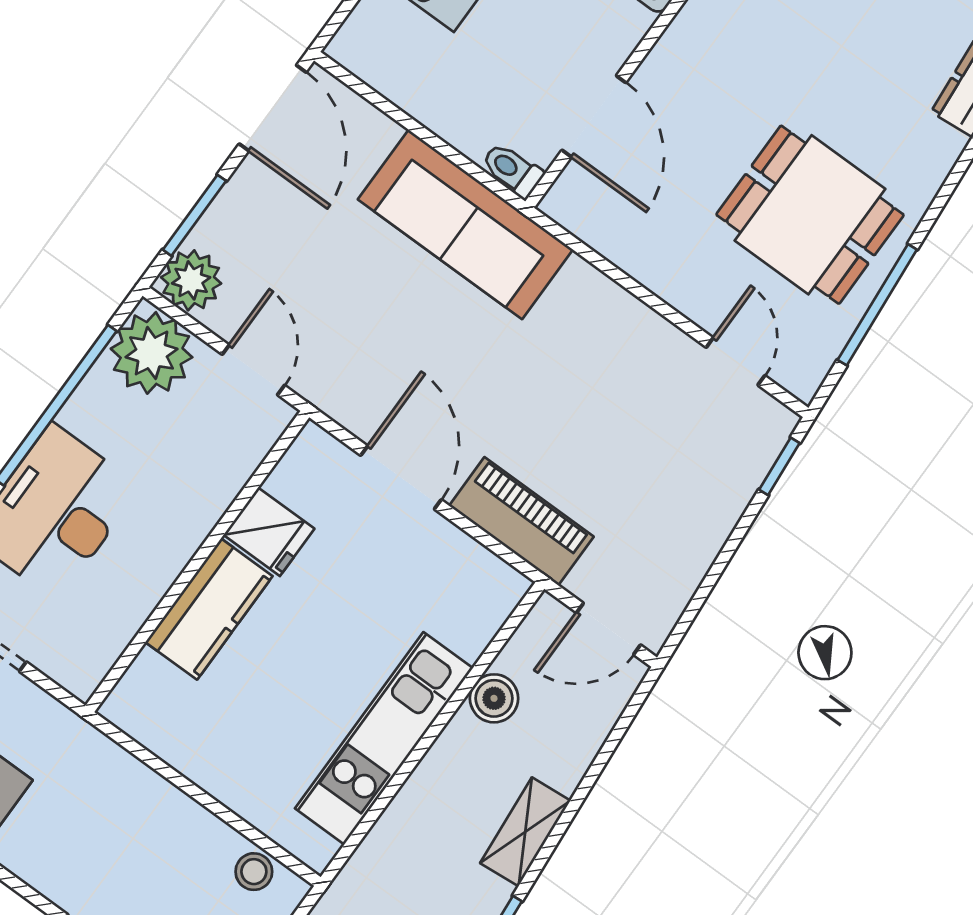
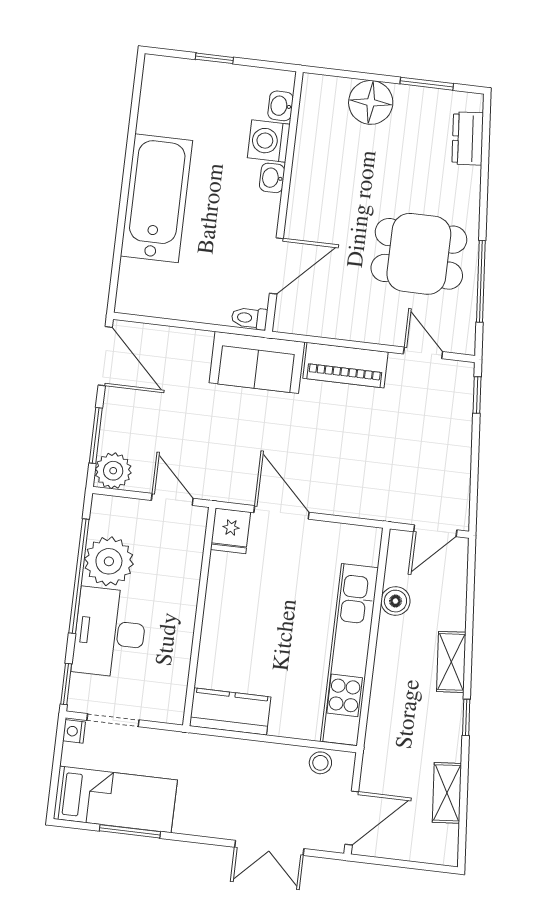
door: (594, 116) -> (276, 266), hinge flipped
sofa: (465, 224) -> (257, 362), width x0.73
plant: (152, 353) -> (109, 561), moved
piano: (521, 521) -> (345, 365), moved, turned 180
fridge: (269, 532) -> (231, 531), moved, turned 90
kitchen counter: (209, 609) -> (230, 711), moved, turned -90
kitchen unit: (384, 738) -> (349, 654), width x1.36

